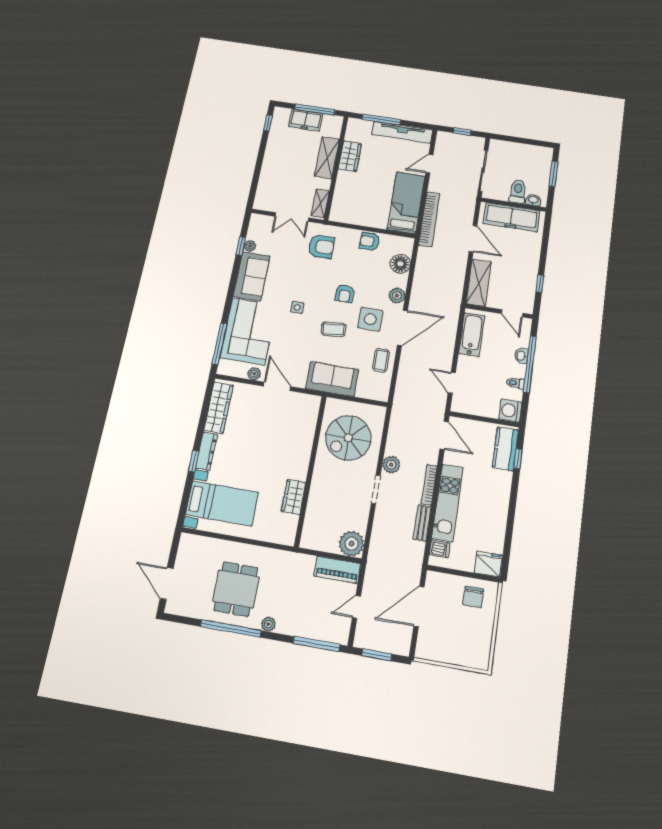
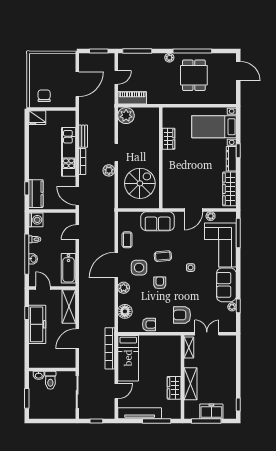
freezer: (512, 217) -> (37, 324), moved, turned 90
door: (473, 239) -> (77, 339), hinge flipped
door: (452, 383) -> (77, 232), swing flipped
door: (277, 386) -> (193, 210), hinge flipped
dishwasher: (440, 549) -> (69, 122), removed

